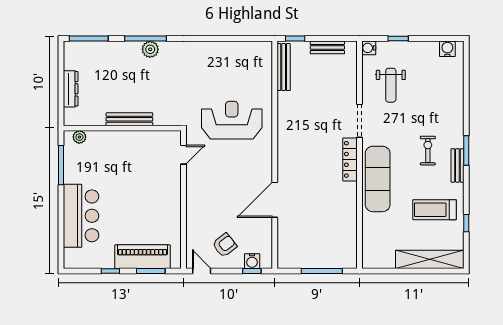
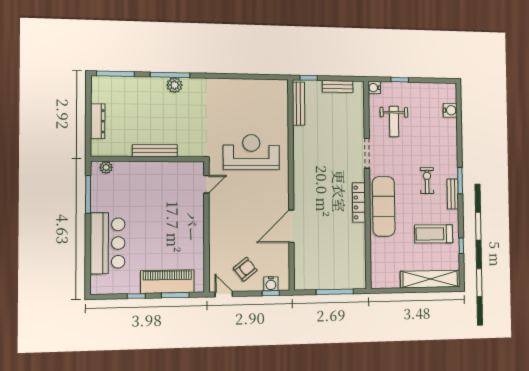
water cooler: (447, 49) -> (450, 110), moved, turned 90
locker: (350, 159) -> (359, 202), moved

